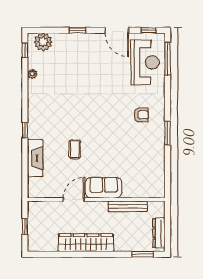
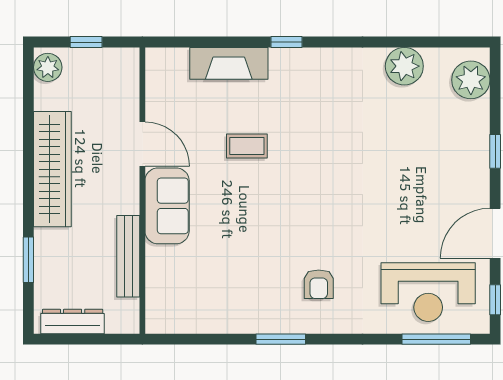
window: (25, 50) -> (454, 42), removed
plant: (32, 74) -> (404, 66), width x1.88, depth x1.88
plant: (37, 245) -> (48, 67), added
window: (143, 254) -> (28, 260), moved

